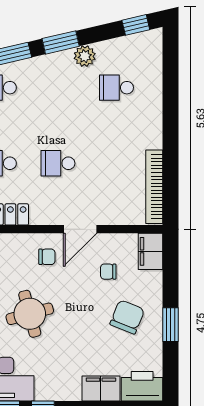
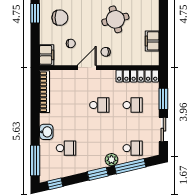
plant: (85, 56) -> (111, 160), moved
window: (171, 66) -> (35, 161), added
washbasin: (151, 116) -> (46, 132), added
chair: (127, 317) -> (60, 18), turned -112

